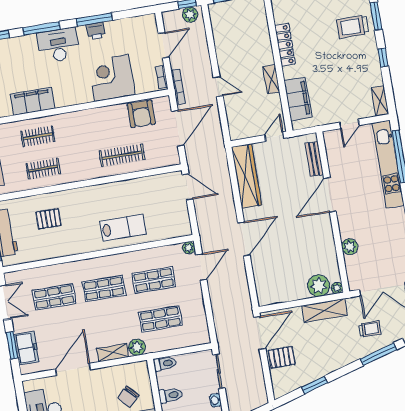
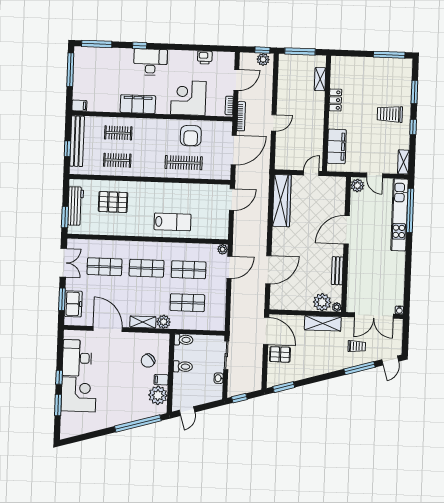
window: (94, 19) -> (184, 47), removed
trolley: (353, 27) -> (390, 114), moved
window: (42, 28) -> (140, 46), width x0.46
printer: (96, 31) -> (205, 57), moved
locker: (285, 45) -> (335, 100), width x0.66
shelving: (271, 79) -> (320, 79), moved
door: (218, 87) -> (274, 123), hinge flipped
filing cabinet: (33, 101) -> (138, 104), moved
armchair: (141, 114) -> (191, 136), moved
door: (349, 124) -> (375, 175), hinge flipped
bench: (314, 159) -> (337, 271), moved
door: (188, 187) -> (232, 199), hinge flipped
pallet: (48, 219) -> (113, 202), width x1.50, depth x1.42
door: (244, 239) -> (268, 270), moved
plant: (350, 247) -> (357, 185), moved
door: (260, 333) -> (266, 331), hinge flipped
door: (73, 369) -> (108, 329), hinge flipped
window: (315, 385) -> (284, 387), moved

